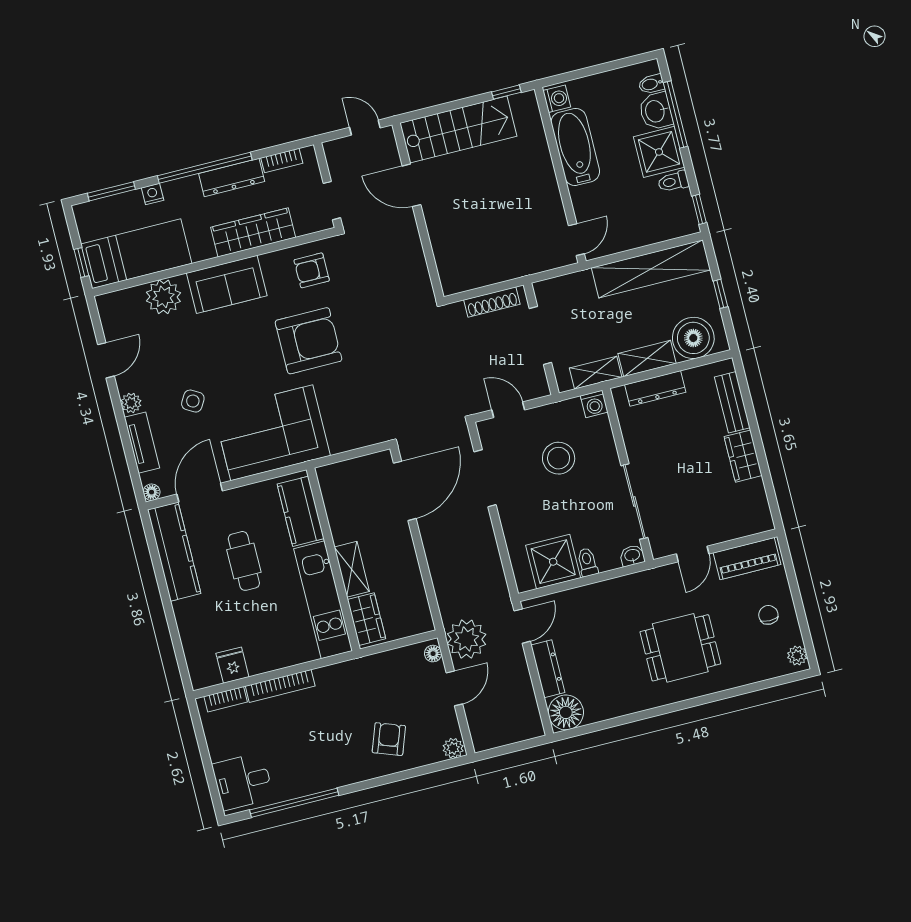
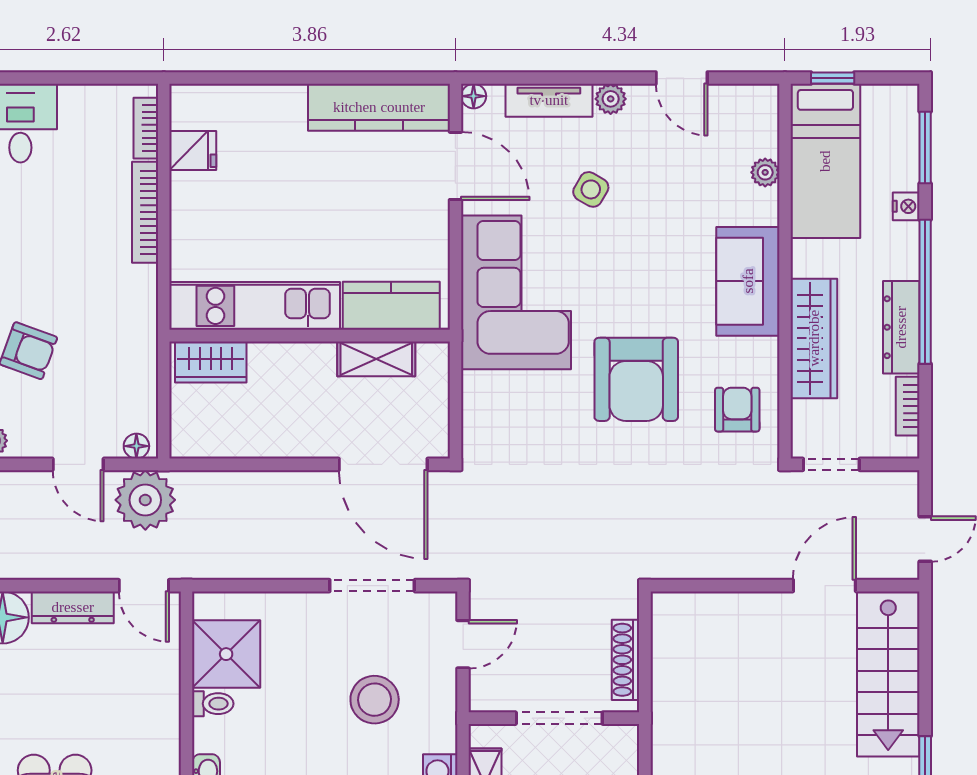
plant: (163, 297) -> (765, 172), width x0.53, depth x0.53
cafe table: (244, 561) -> (340, 205), removed
shelving: (352, 569) -> (376, 359), moved

